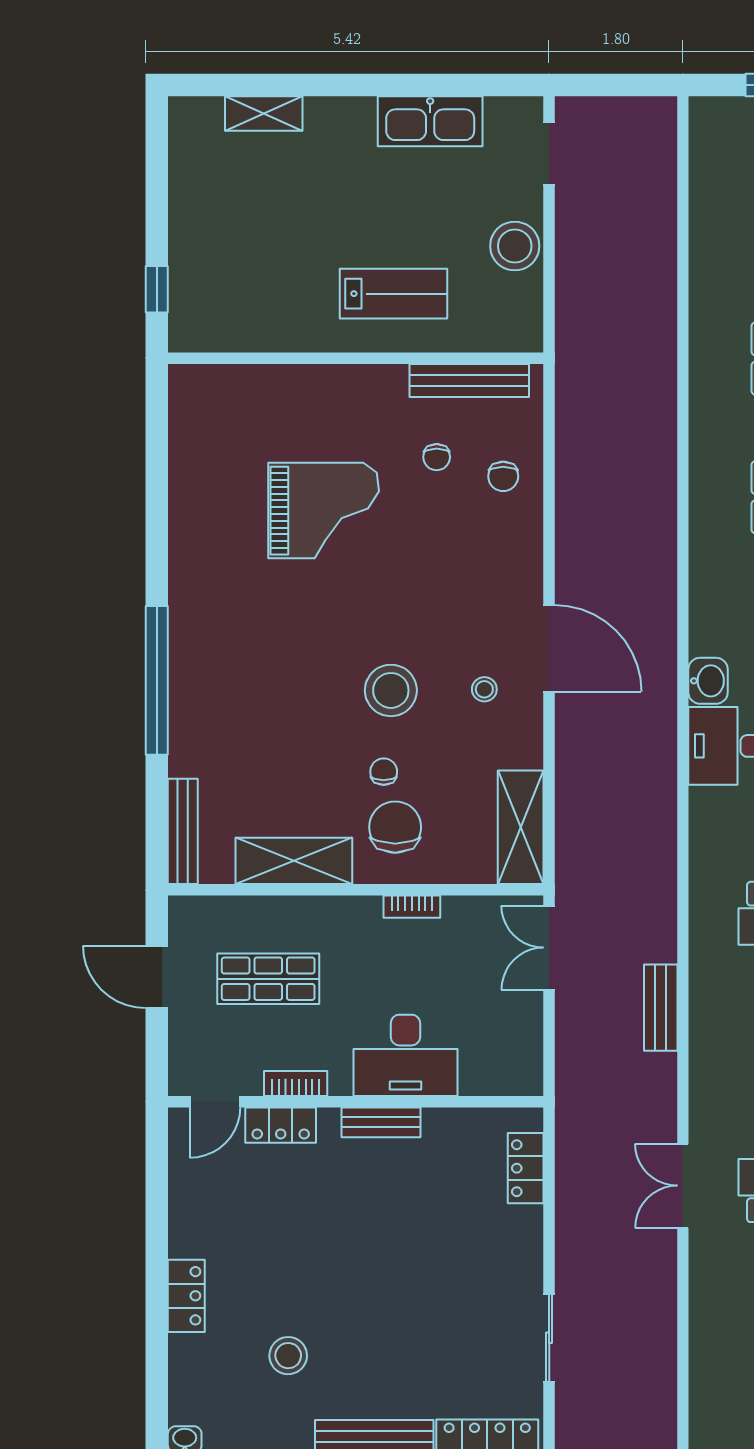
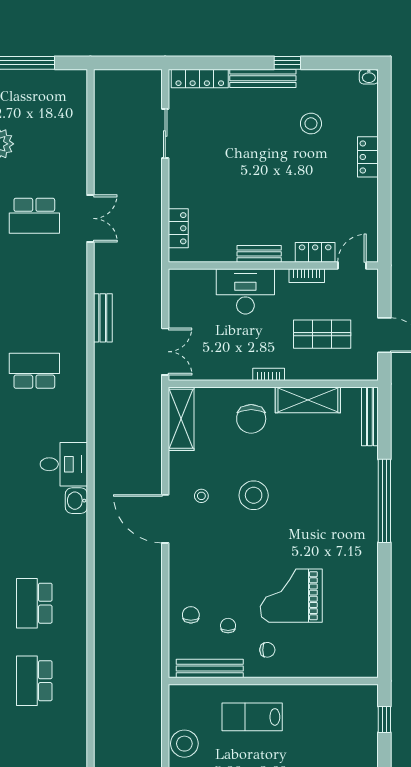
chair: (384, 772) -> (267, 650), moved, turned -90
bookcase: (412, 907) -> (269, 374), moved

